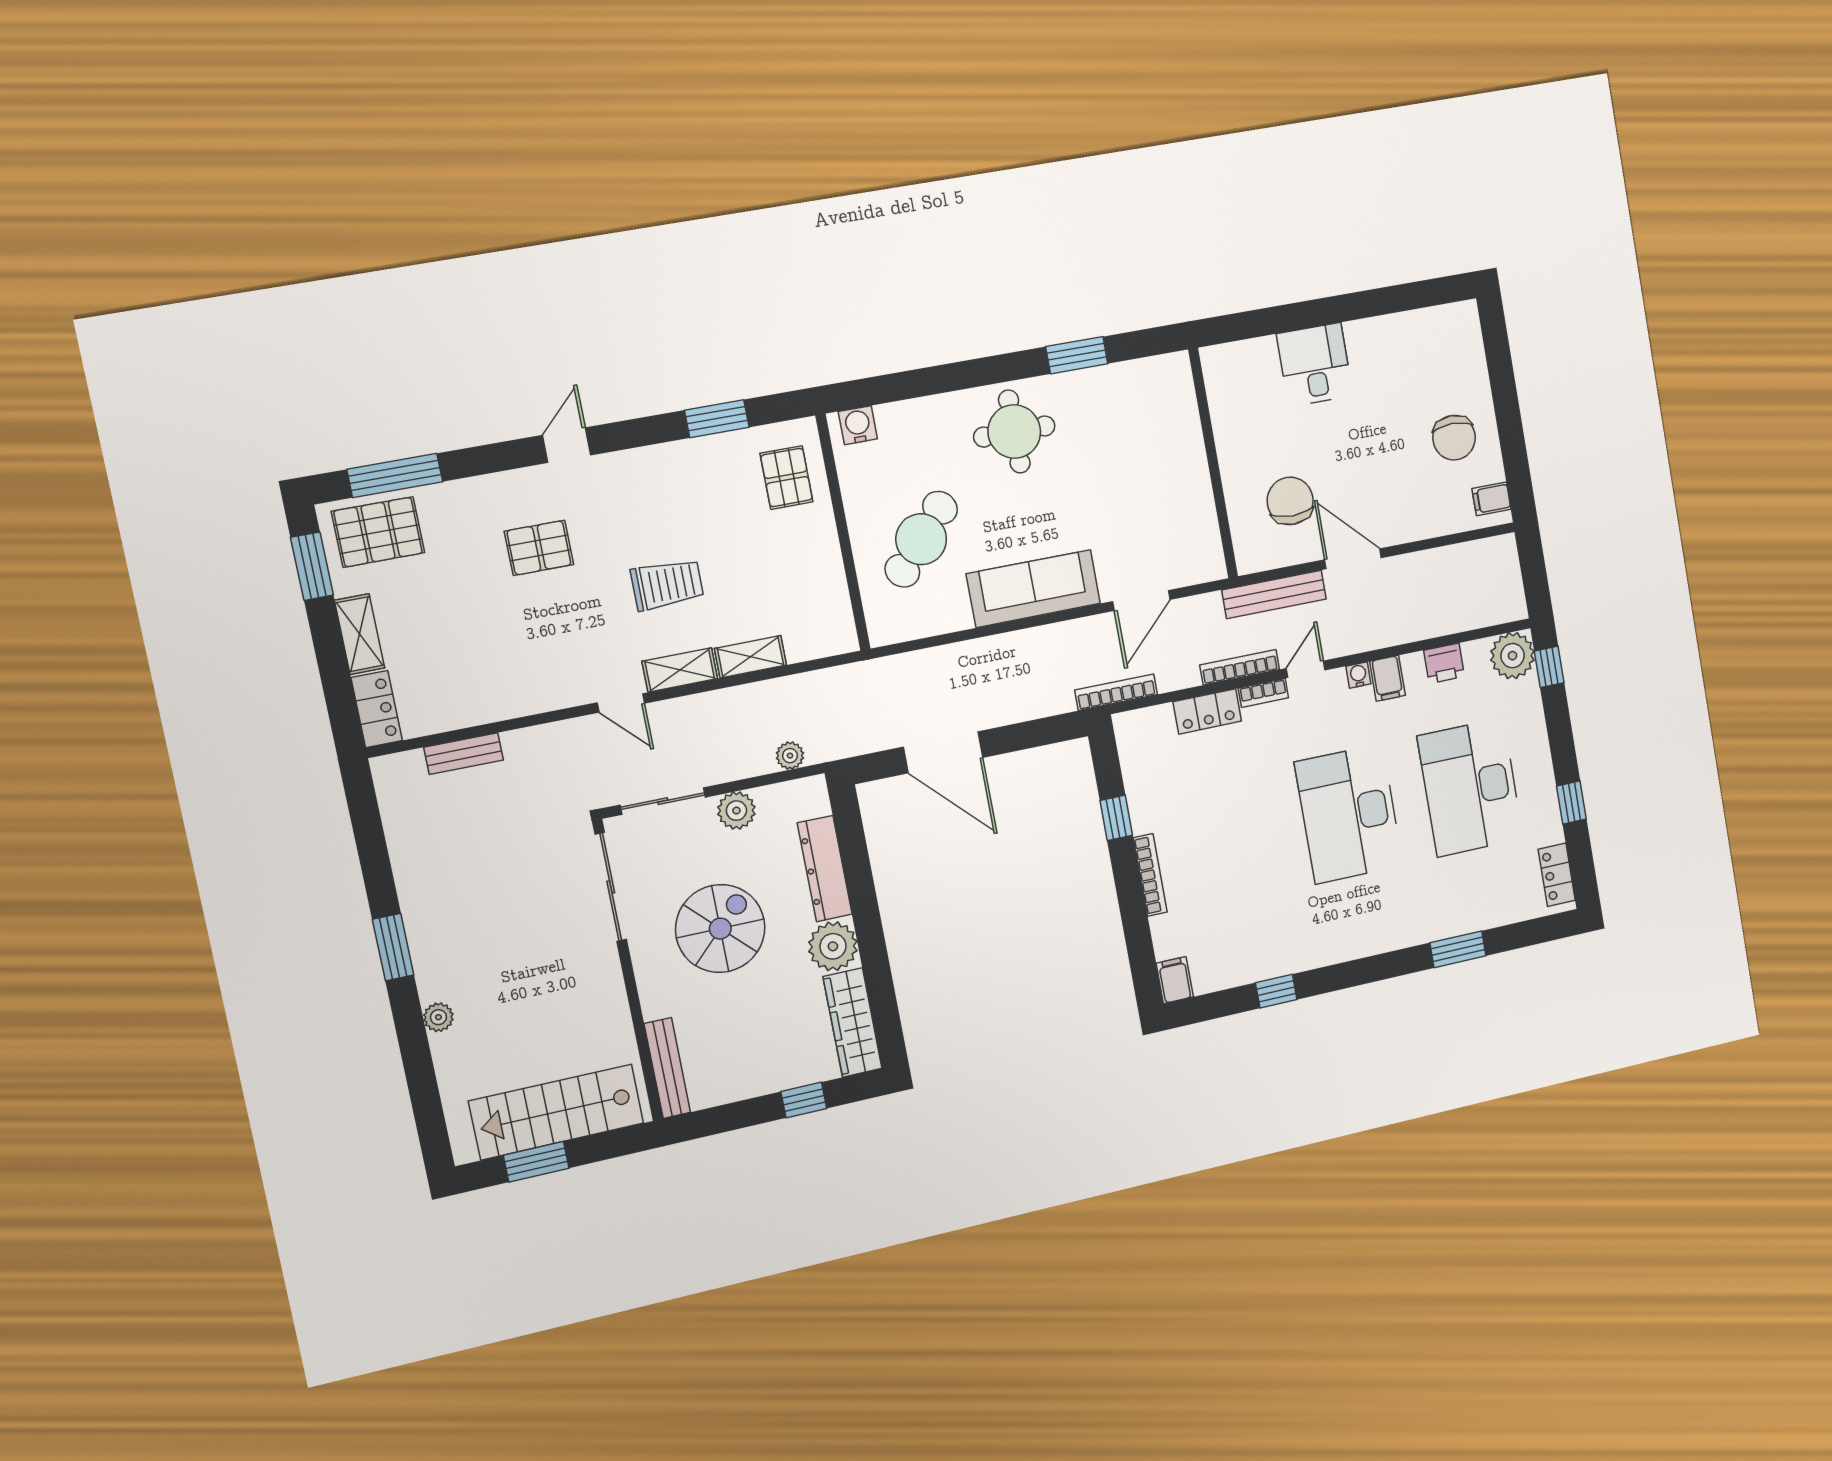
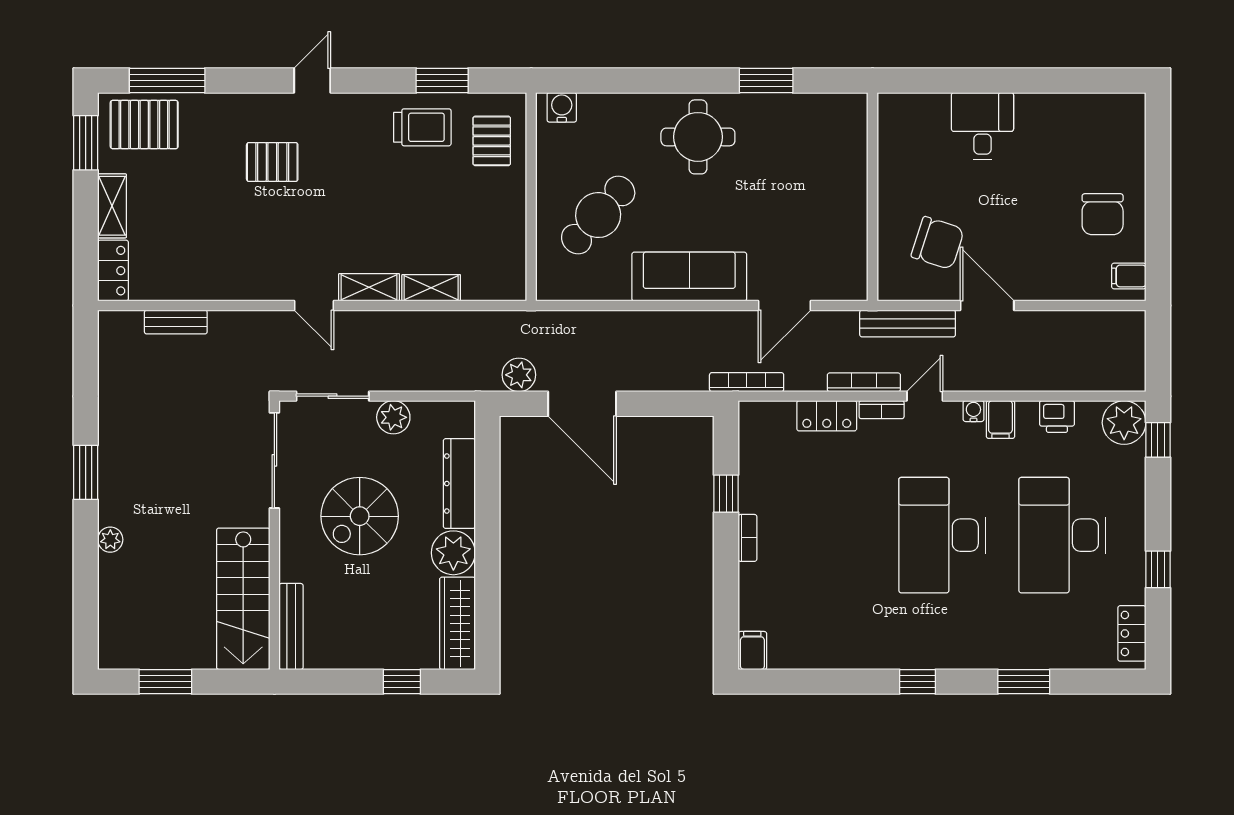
chair: (1290, 501) -> (938, 243), turned 108
trolley: (667, 584) -> (422, 127), moved
plant: (790, 756) -> (519, 375), moved, width x1.38, depth x1.38
bookcase: (1150, 875) -> (747, 538), width x0.64
spiral stairs: (720, 929) -> (360, 516), turned 180
window: (1276, 991) -> (918, 682), moved
stairs: (556, 1112) -> (243, 599), moved, turned -90

